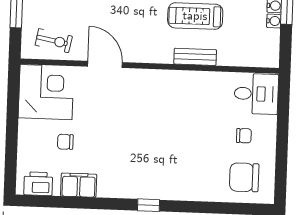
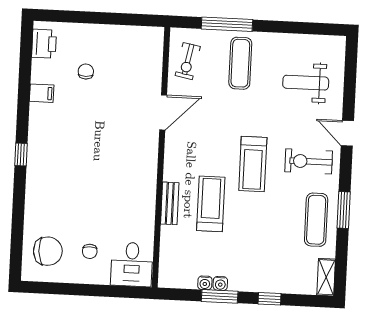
corner desk: (46, 92) -> (136, 53), removed
chair: (244, 177) -> (48, 251), turned 86
filing cabinet: (79, 185) -> (42, 93), width x0.50

